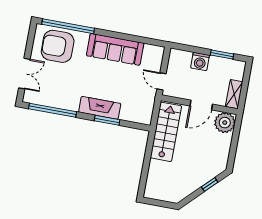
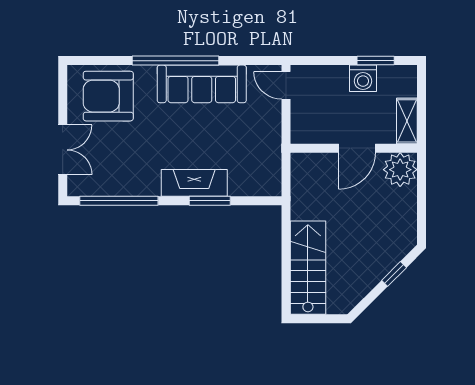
window: (68, 26) -> (176, 61), moved
washing machine: (200, 61) -> (363, 78), moved
door: (161, 81) -> (286, 85), moved
stairs: (166, 132) -> (308, 268), moved

